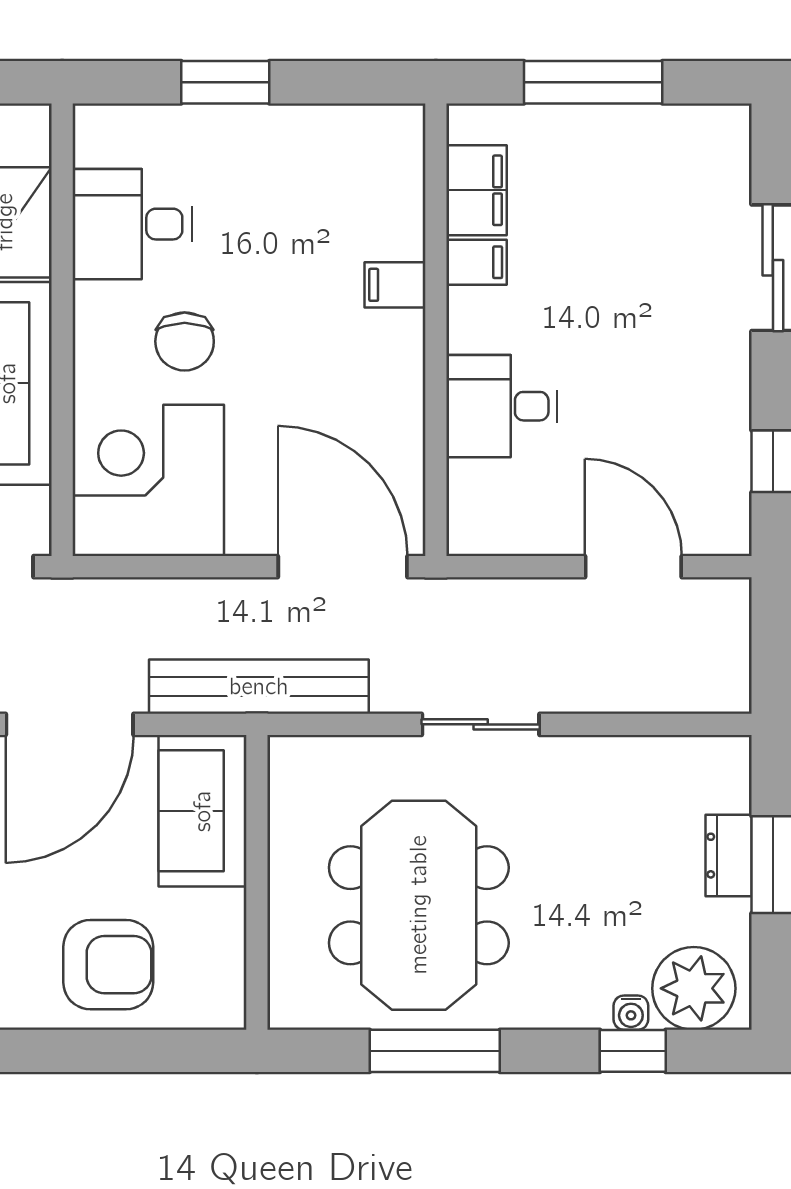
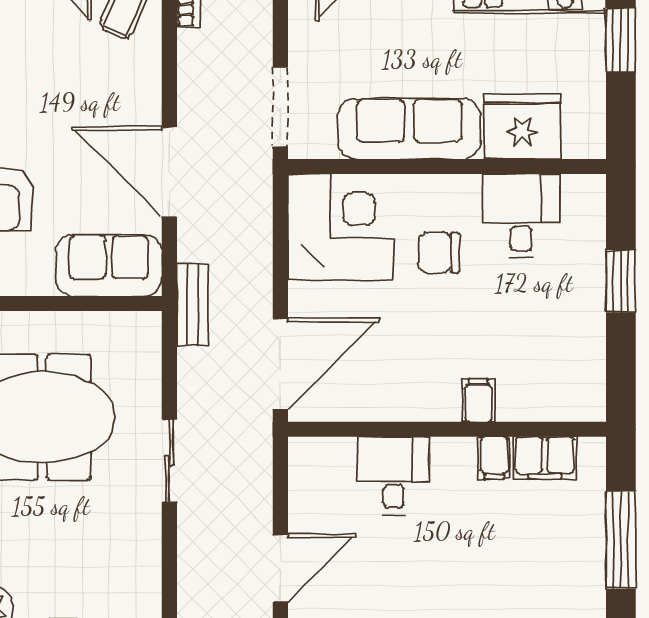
bench: (259, 687) -> (193, 305), width x0.54, depth x0.82

